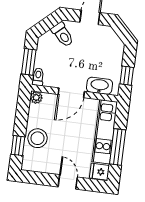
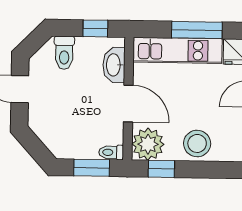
toilet: (63, 35) -> (64, 53), moved, turned 132
plant: (36, 97) -> (148, 144), width x1.87, depth x1.87
window: (18, 146) -> (161, 169), moved

